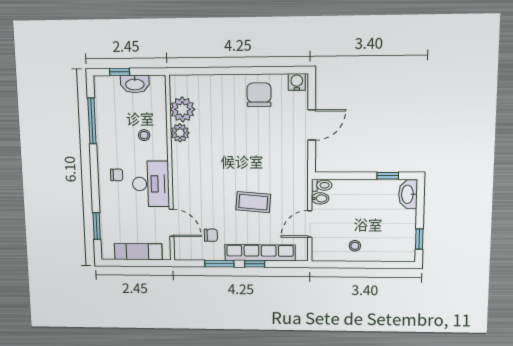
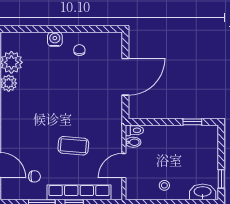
water cooler: (297, 82) -> (55, 39), moved
chair: (259, 95) -> (79, 50), width x0.54, depth x0.54
door: (312, 125) -> (125, 77), width x1.36
washbasin: (408, 194) -> (203, 192), moved, turned 90

